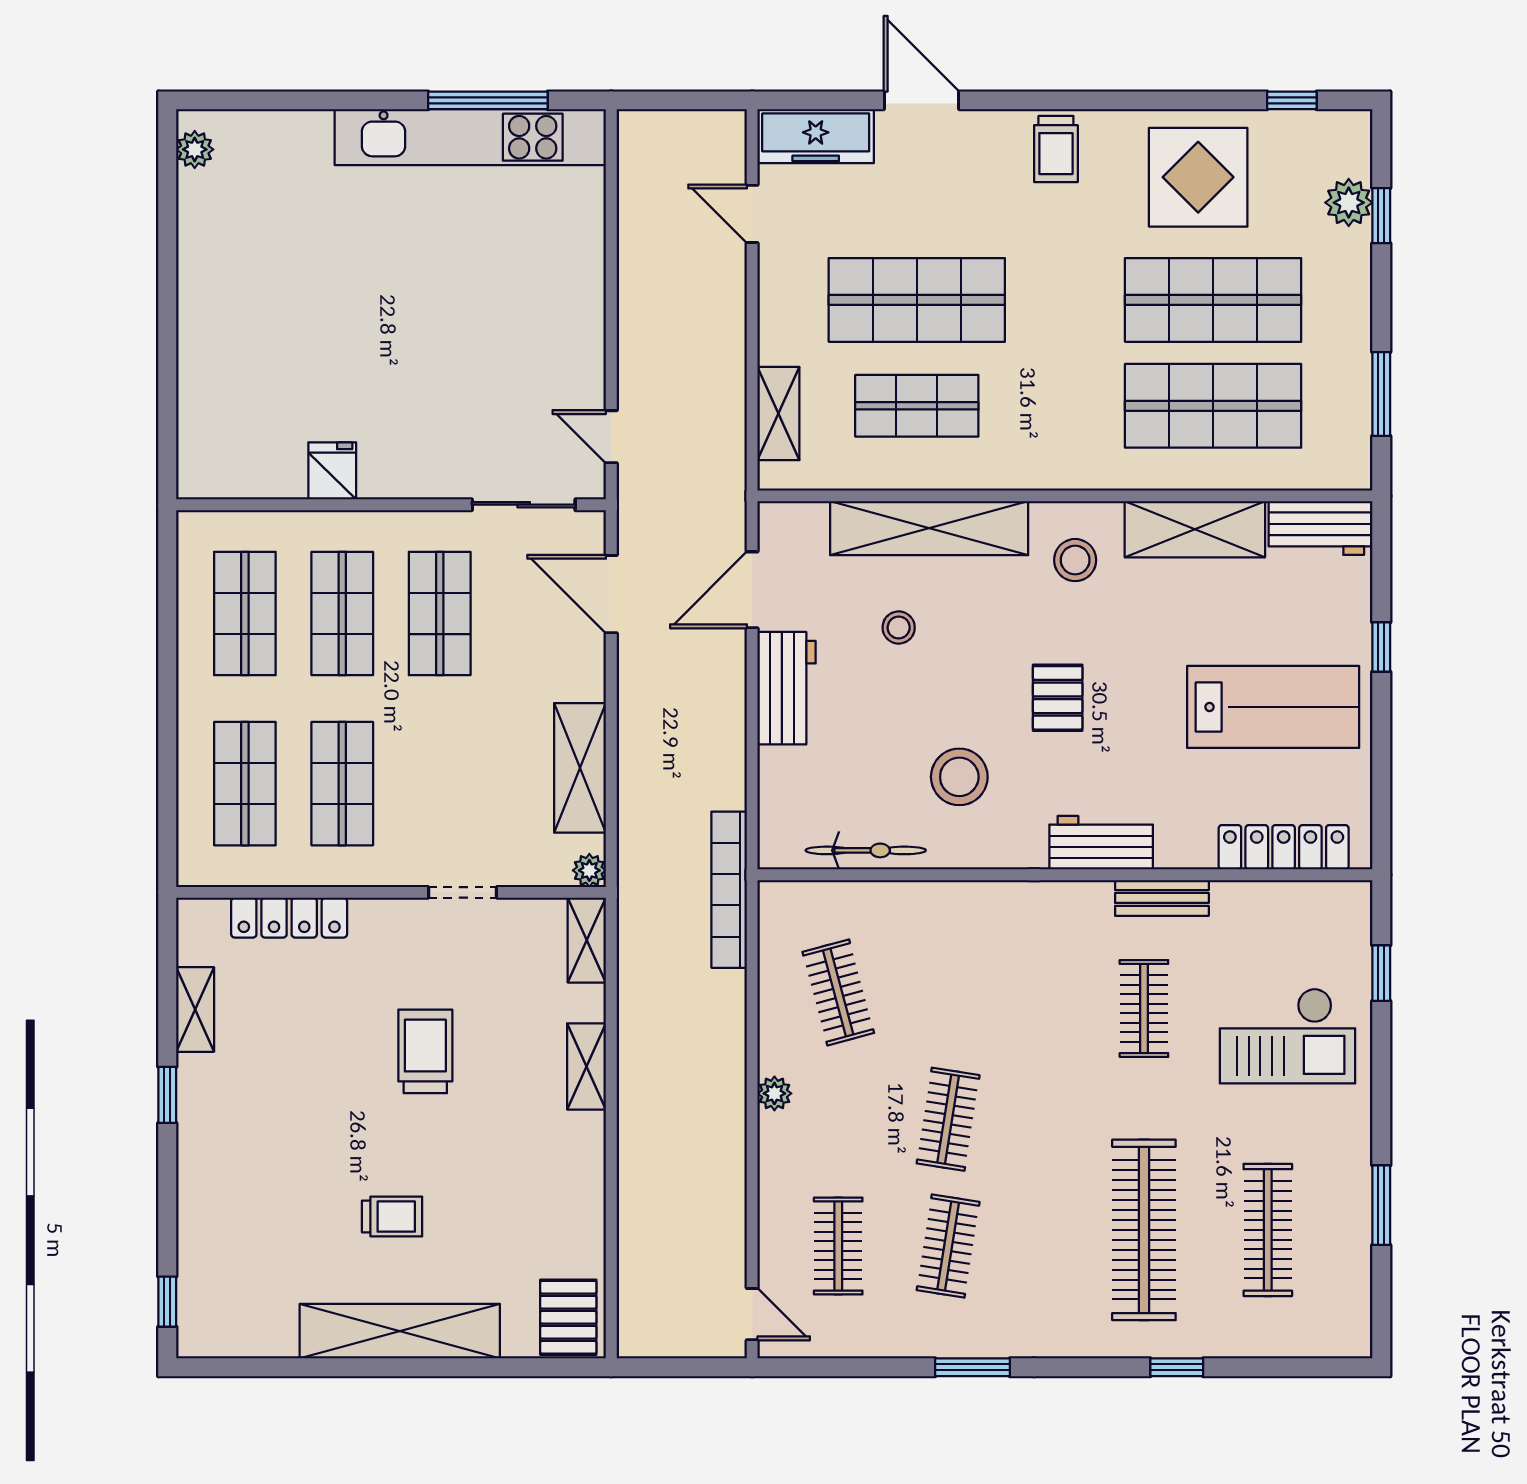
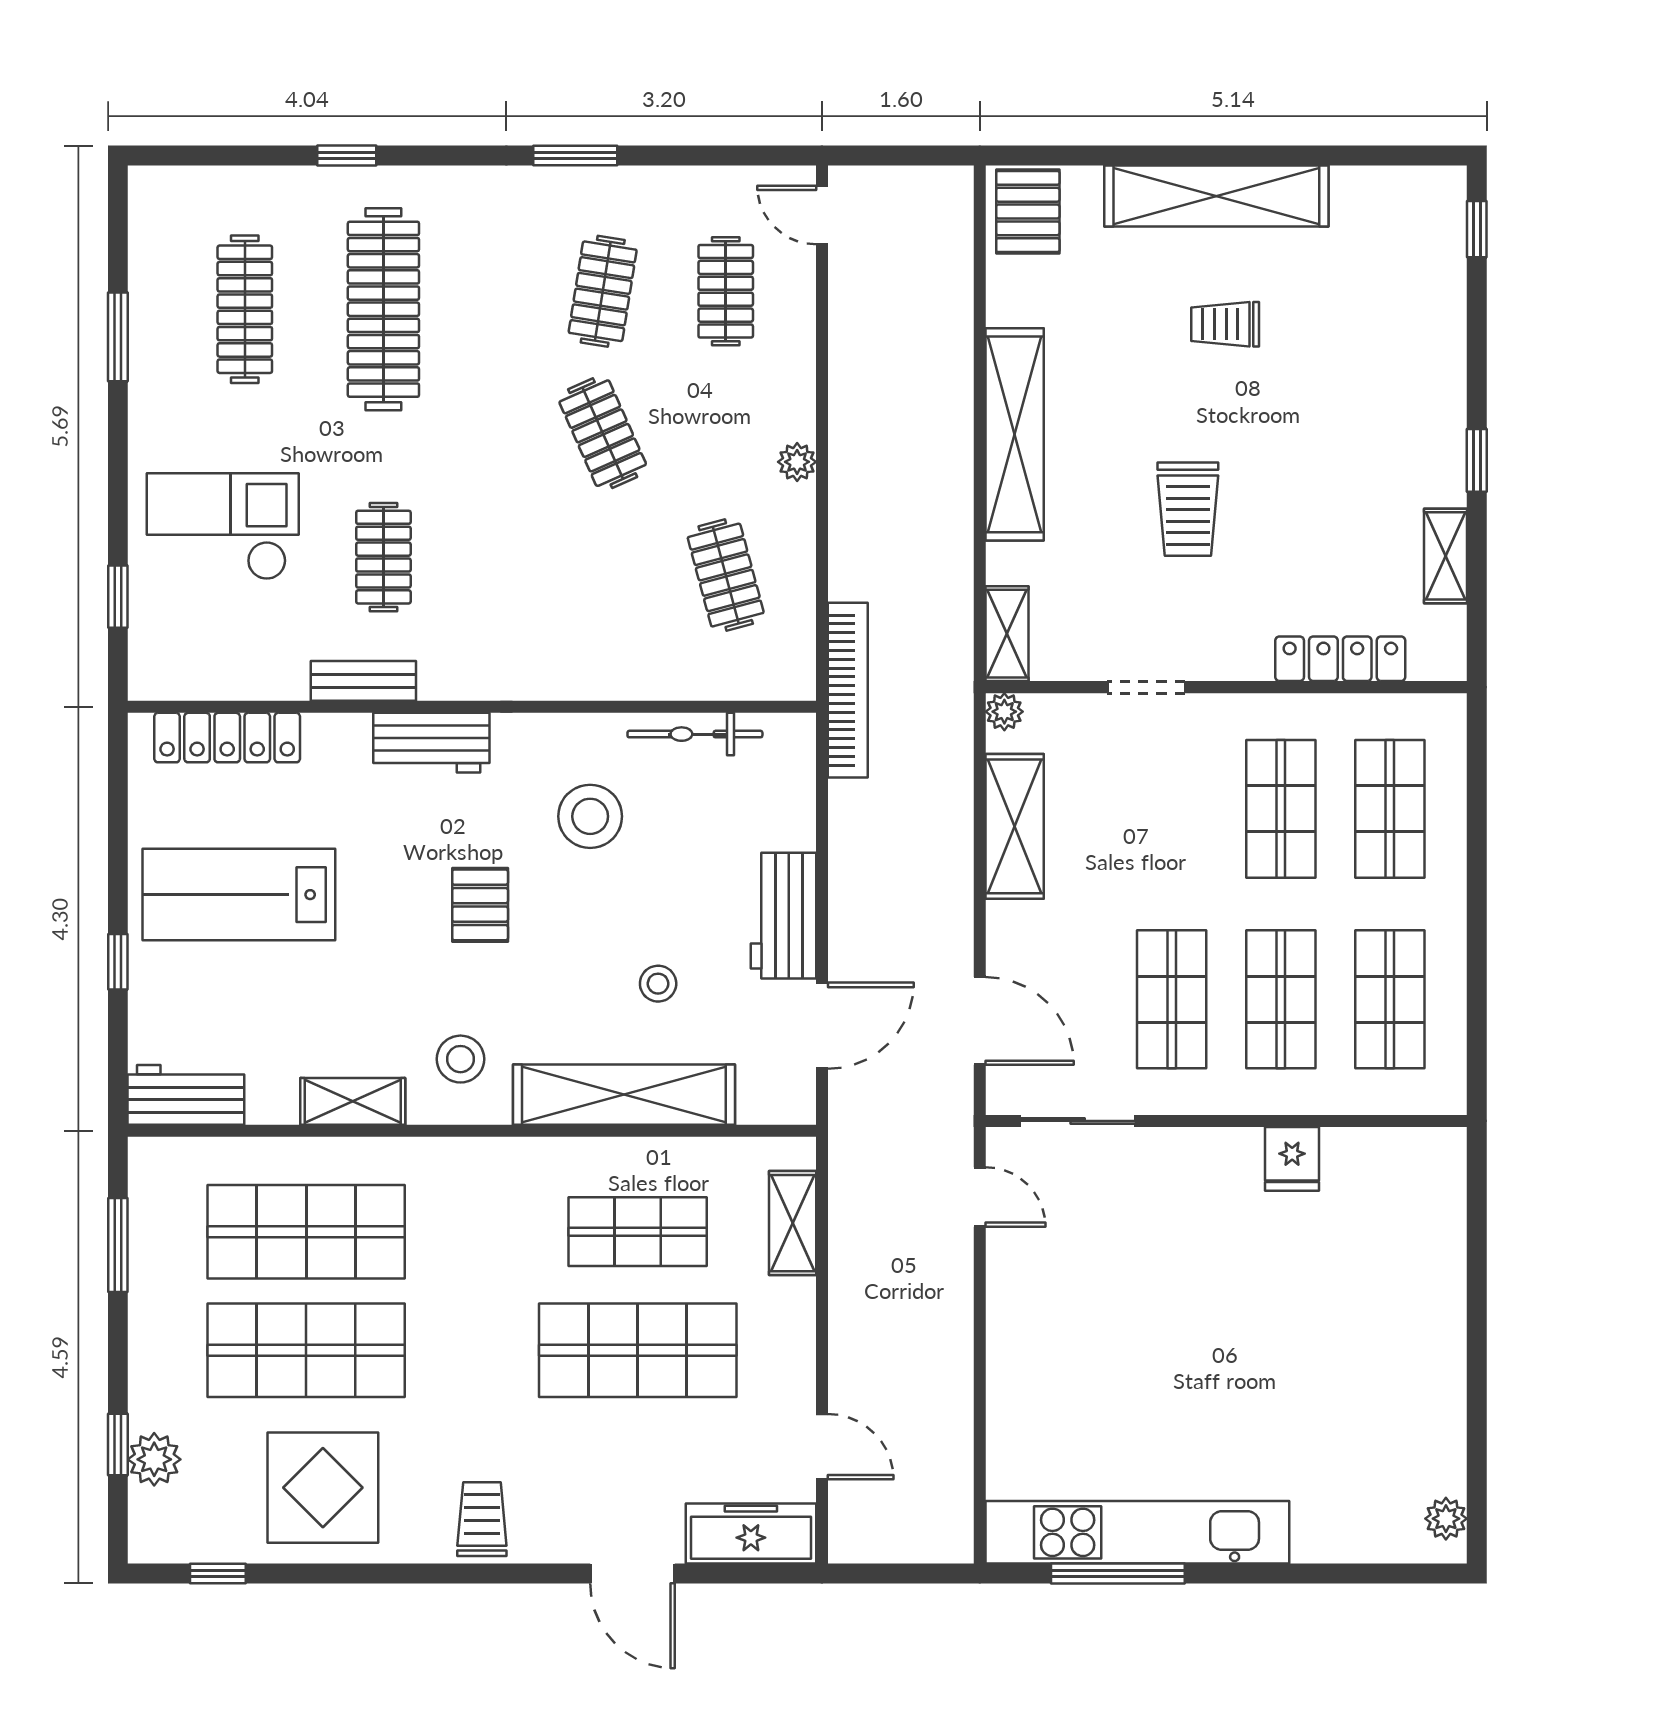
shelving: (1195, 529) -> (353, 1101), width x0.67, depth x0.75
shelving: (587, 1066) -> (1015, 434), width x2.20, depth x1.33
clothes rail: (948, 1119) -> (603, 433), turned -33

